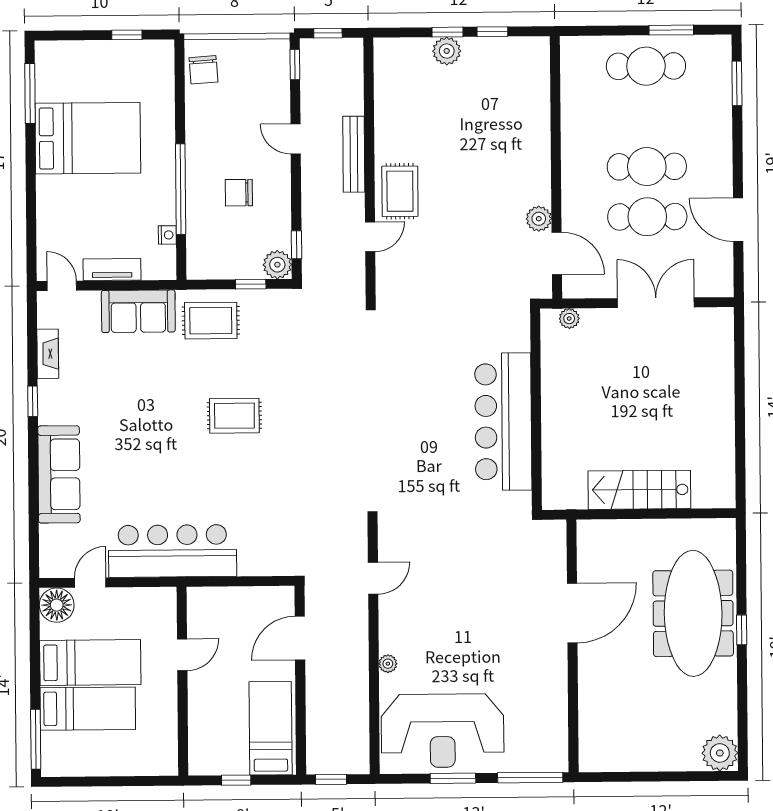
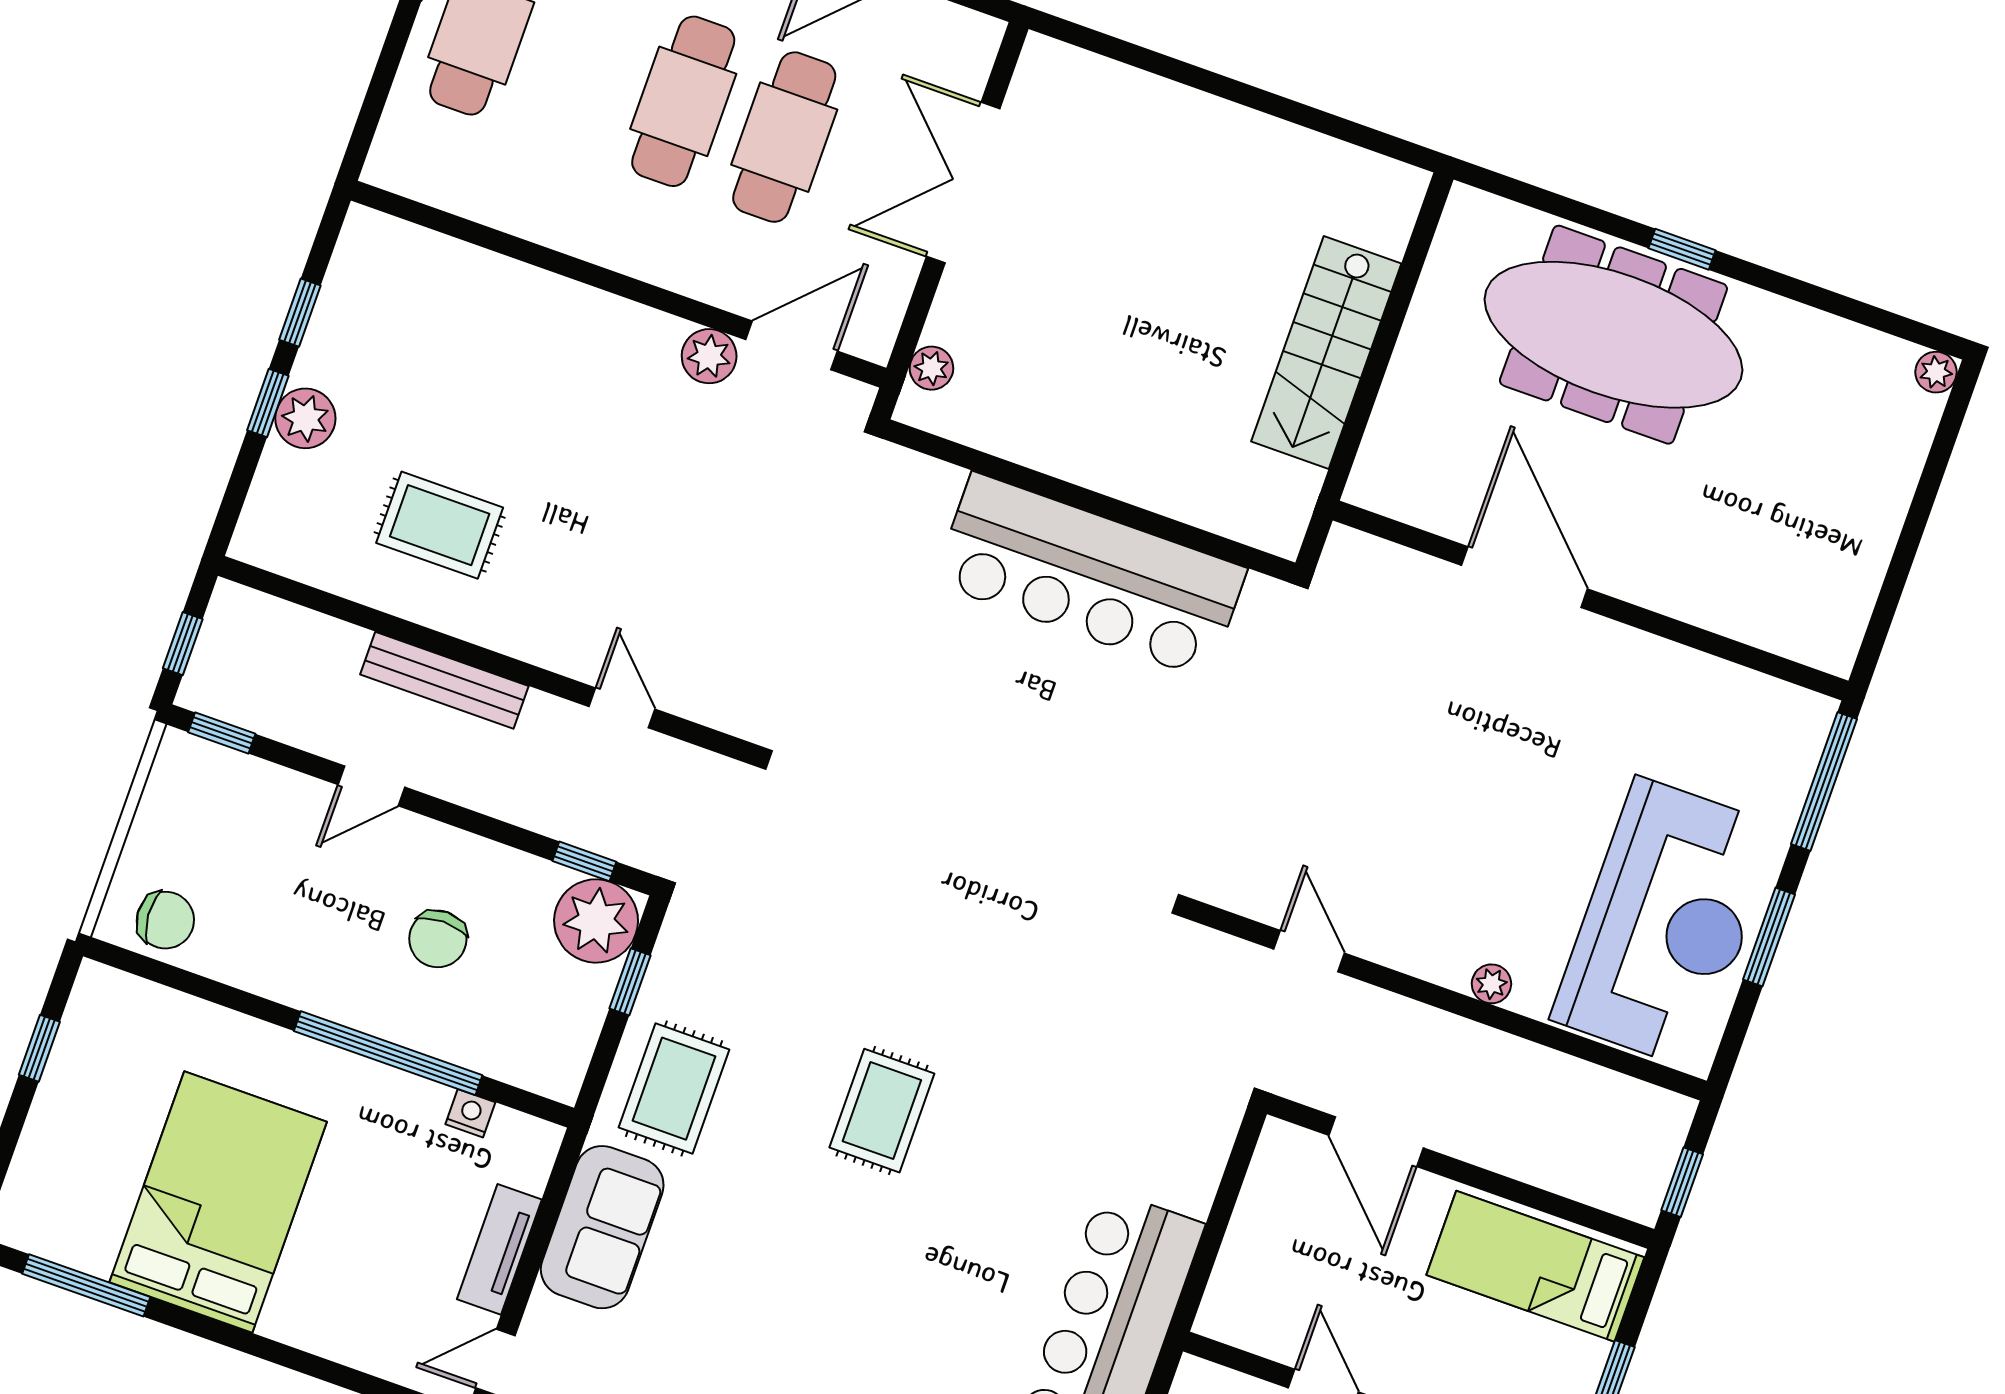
rug: (400, 191) -> (440, 525), moved
plant: (277, 265) -> (596, 921), width x1.36, depth x1.36
plant: (720, 753) -> (1936, 372), width x0.53, depth x0.53

